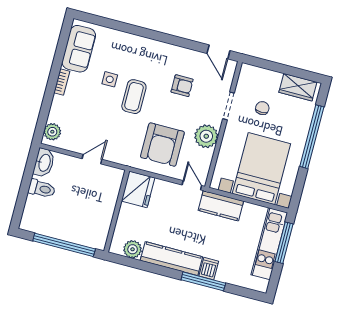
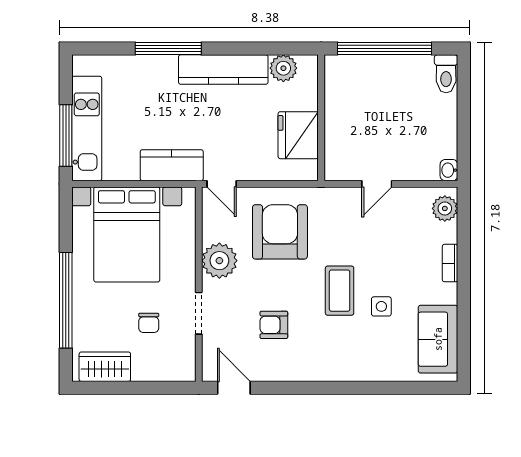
bookcase: (62, 82) -> (450, 263), moved
washbasin: (44, 163) -> (449, 170), width x0.52, depth x0.69
toilet: (42, 189) -> (446, 74), moved, turned -90
fridge: (138, 189) -> (298, 135), moved
dishwasher: (209, 269) -> (165, 69), removed

